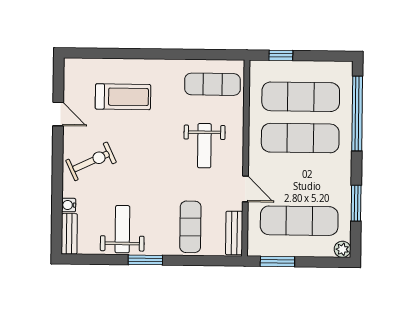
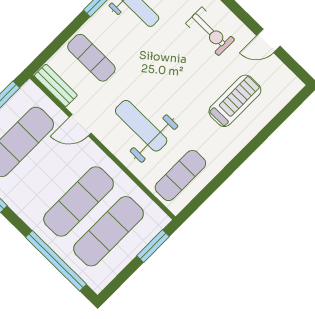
window: (281, 55) -> (153, 246), width x1.50
treadmill: (123, 97) -> (235, 101), turned 180
weight bench: (204, 146) -> (141, 126), width x1.36, depth x1.33
exercise bike: (91, 161) -> (210, 31), turned -65

